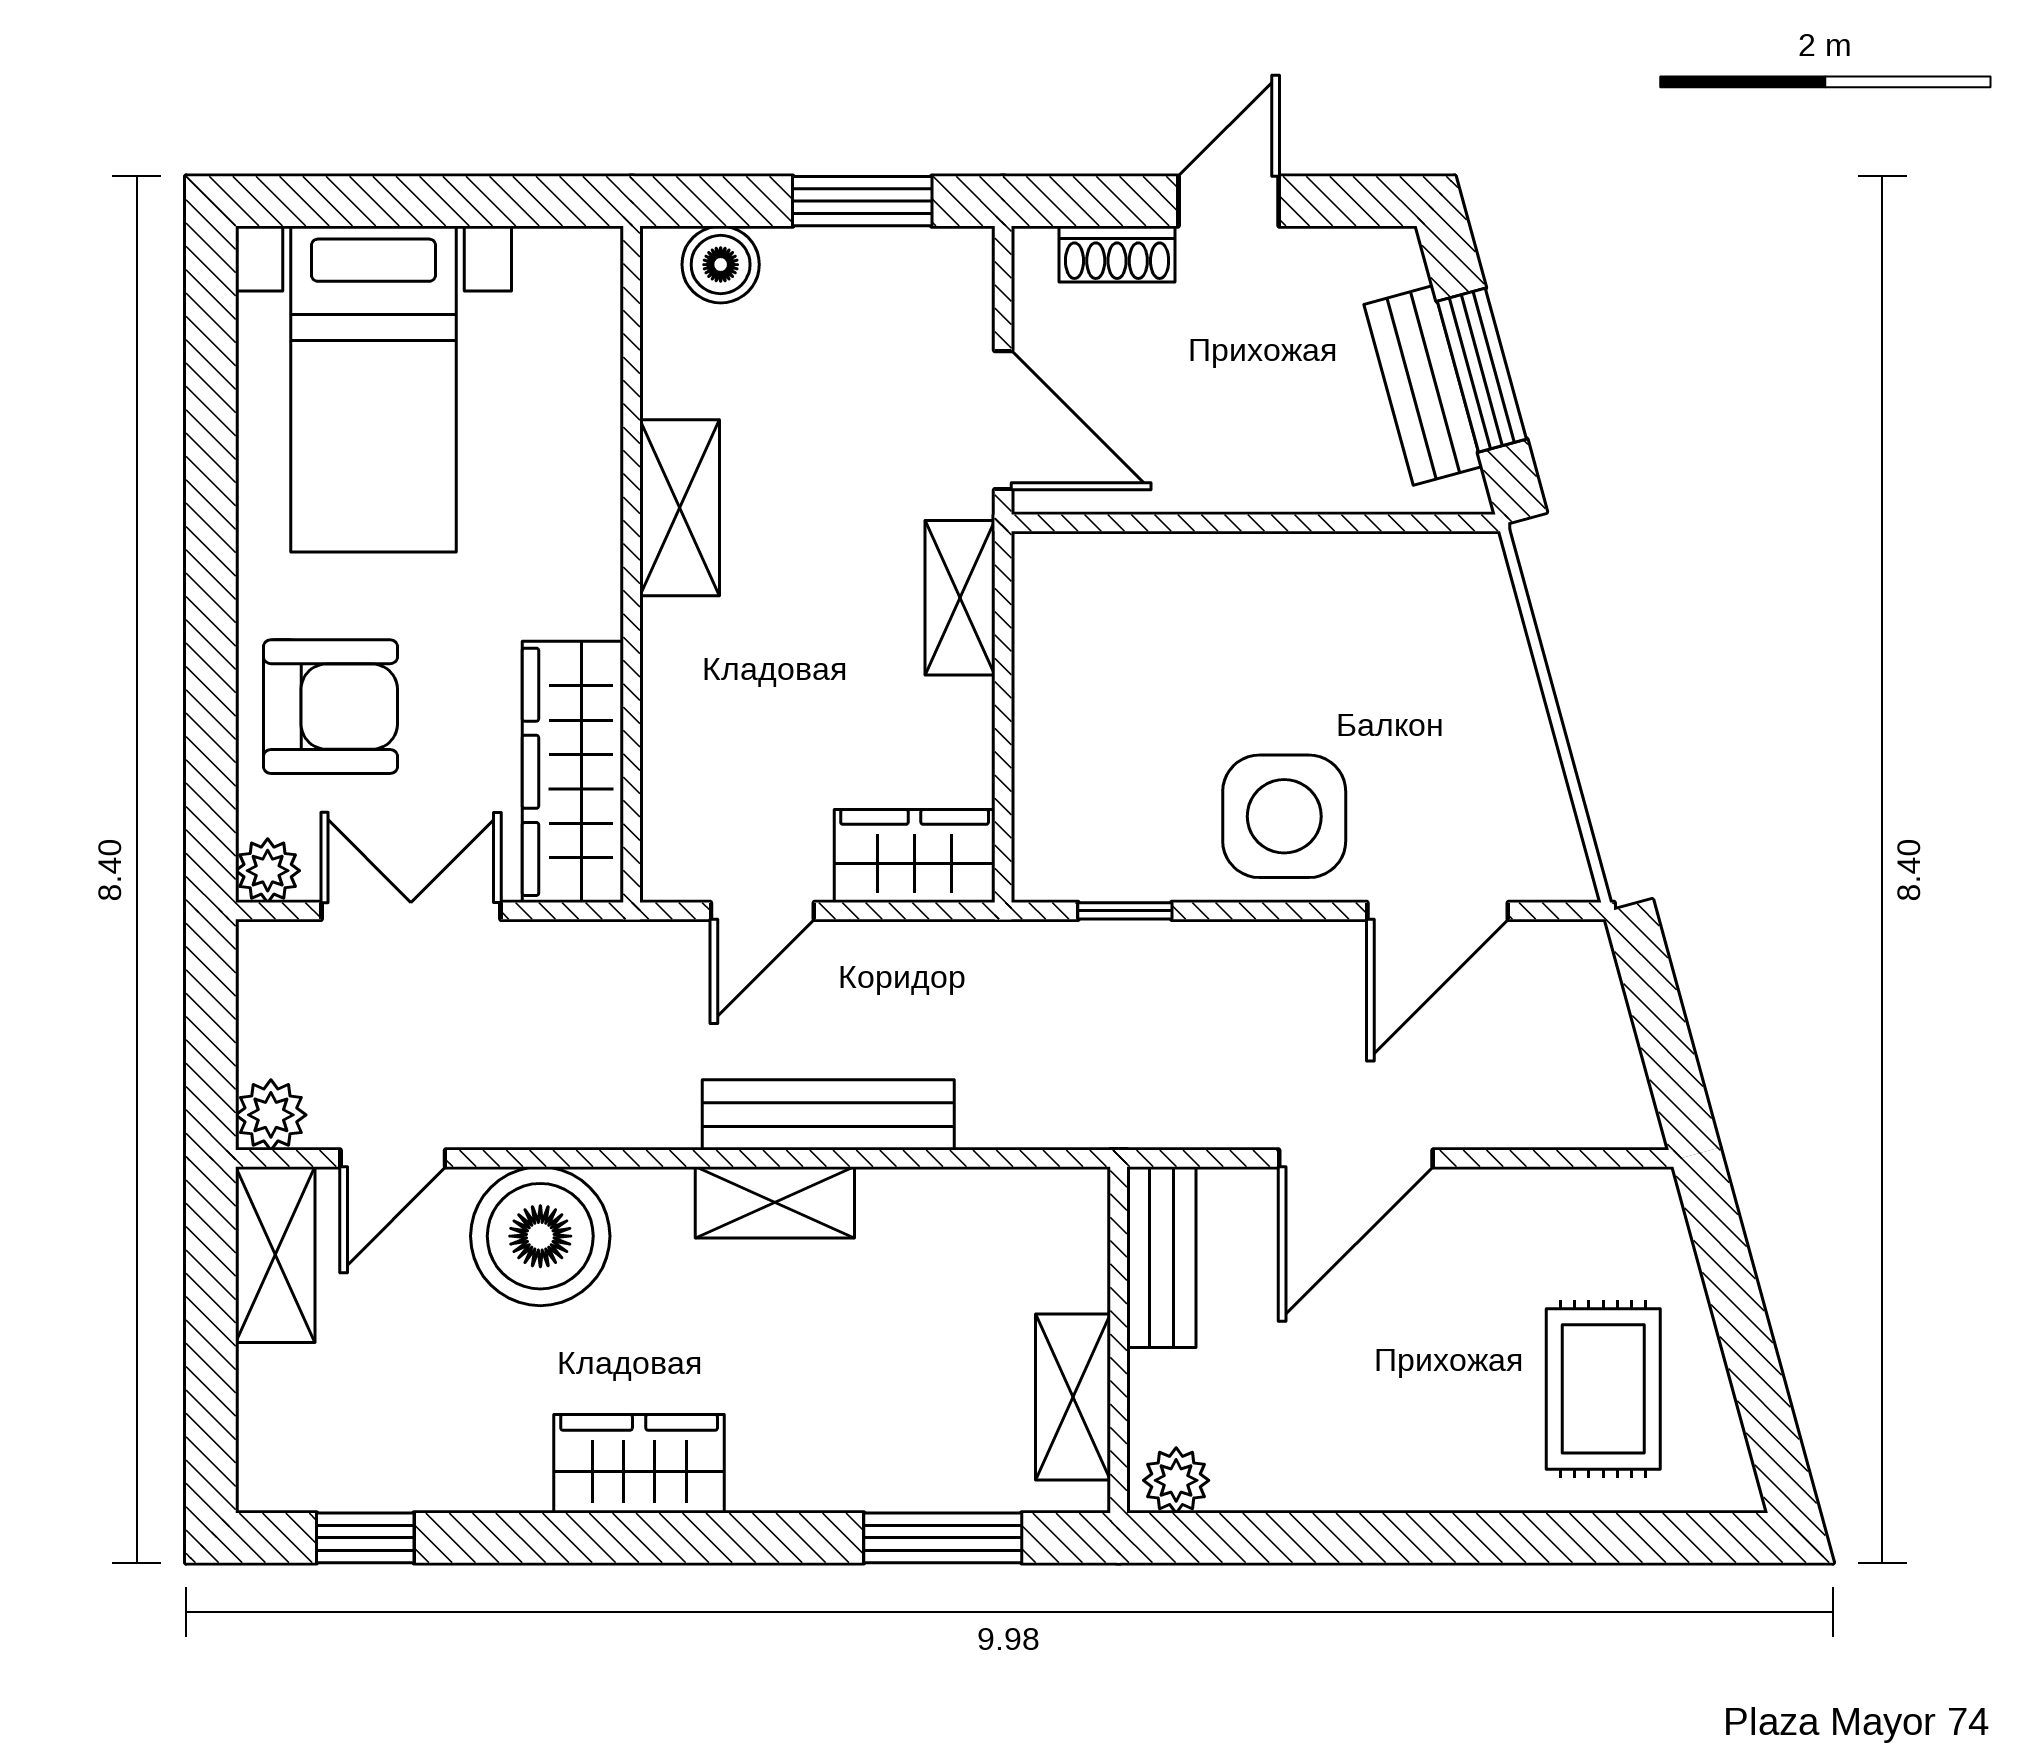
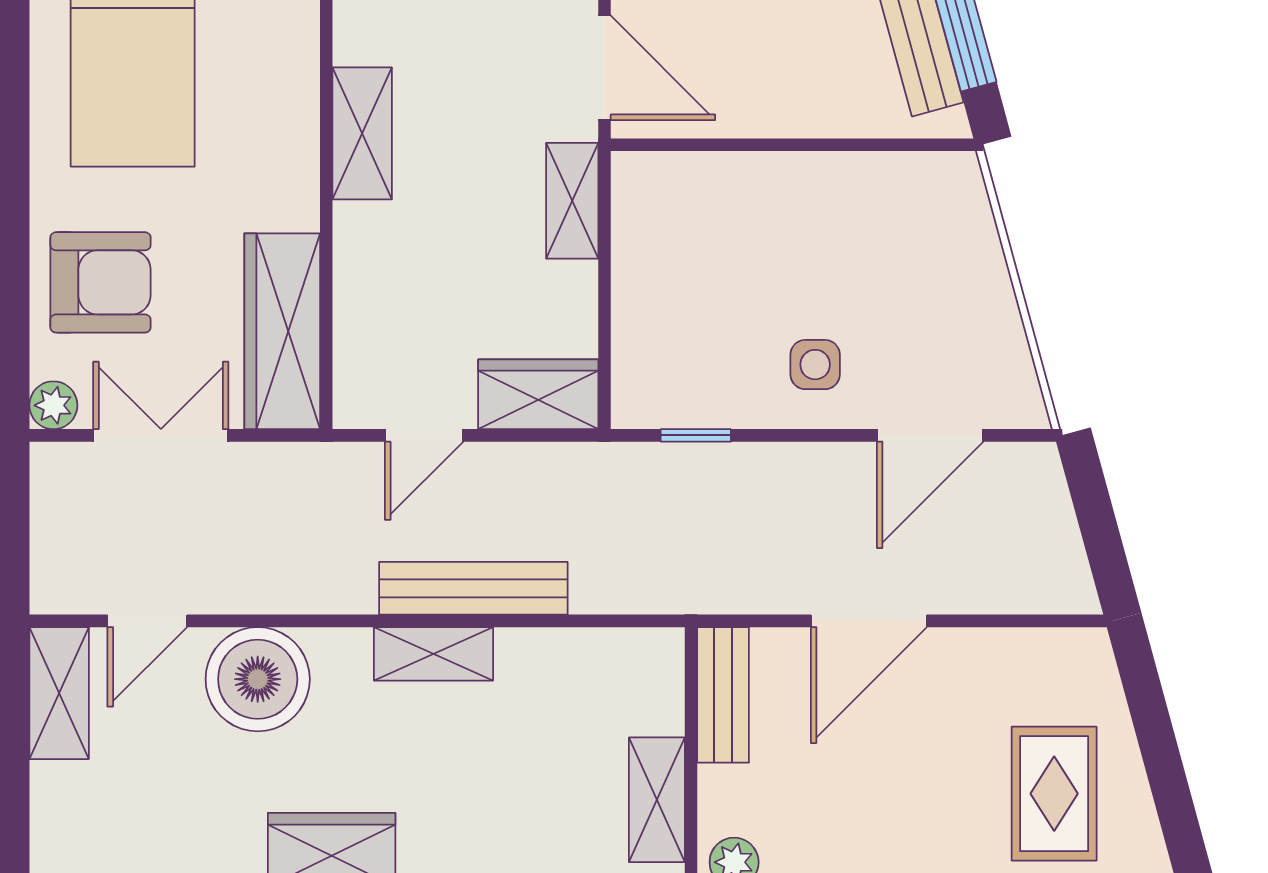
side table: (1284, 816) -> (815, 365), width x0.54, depth x0.54
plant: (271, 1115) -> (56, 588), removed

